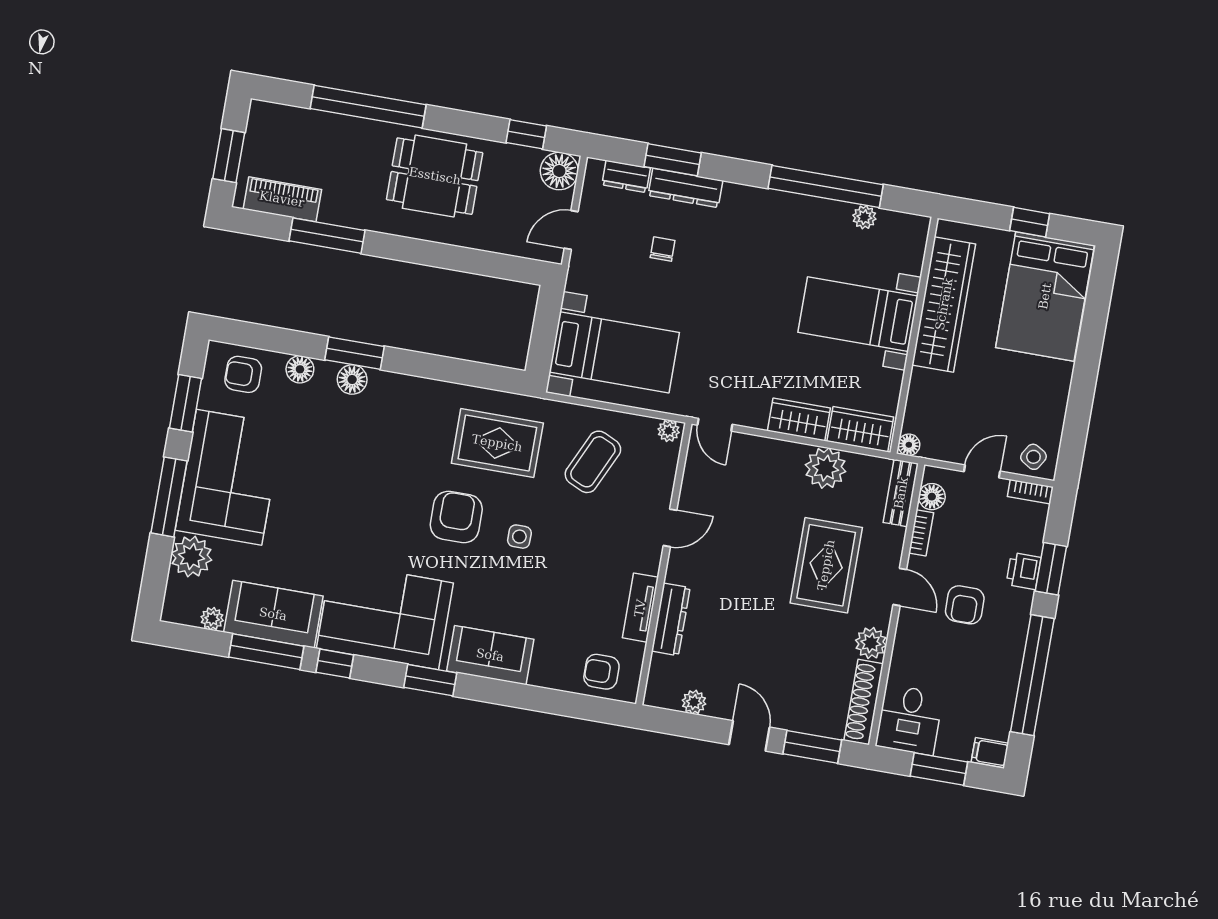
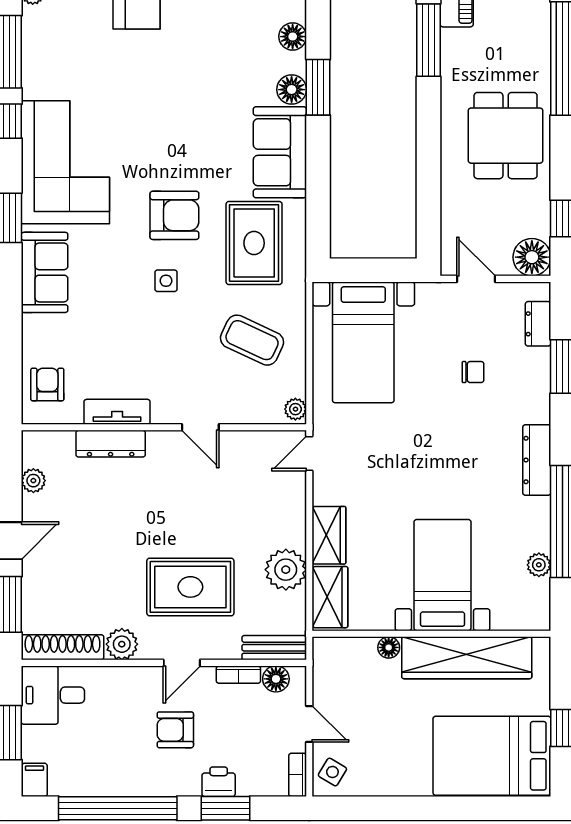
dresser: (685, 188) -> (537, 460), moved
floor lamp: (909, 445) -> (389, 647), moved
sofa: (273, 614) -> (280, 152), moved, turned 180

